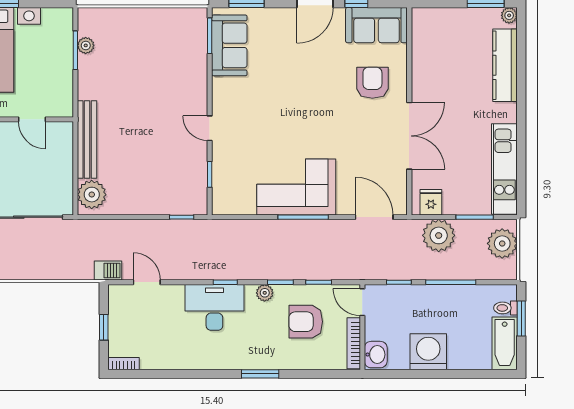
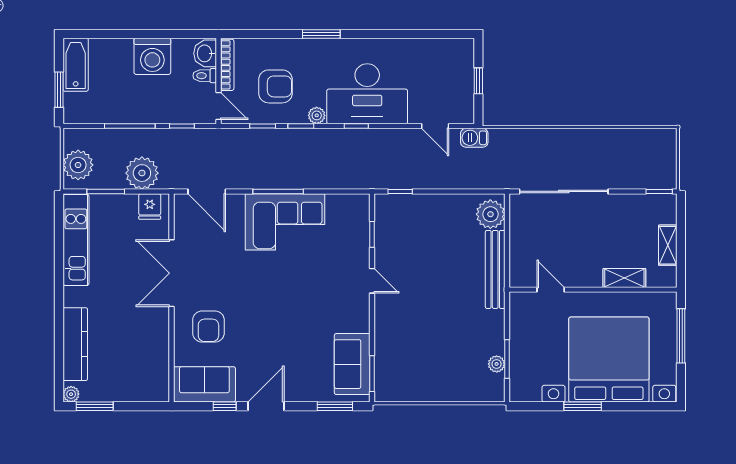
desk: (214, 307) -> (367, 94), width x1.36, depth x1.30
toilet: (505, 308) -> (205, 76), moved, turned 180
bookcase: (124, 364) -> (459, 44), removed

